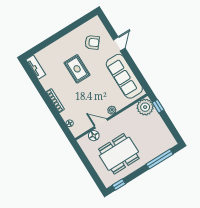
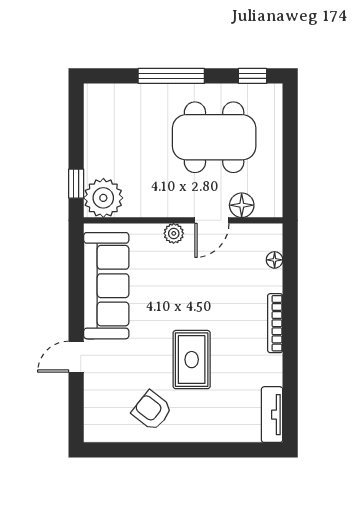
armchair: (92, 42) -> (152, 411), moved
door: (101, 123) -> (212, 220), hinge flipped
window: (160, 159) -> (171, 76), moved

